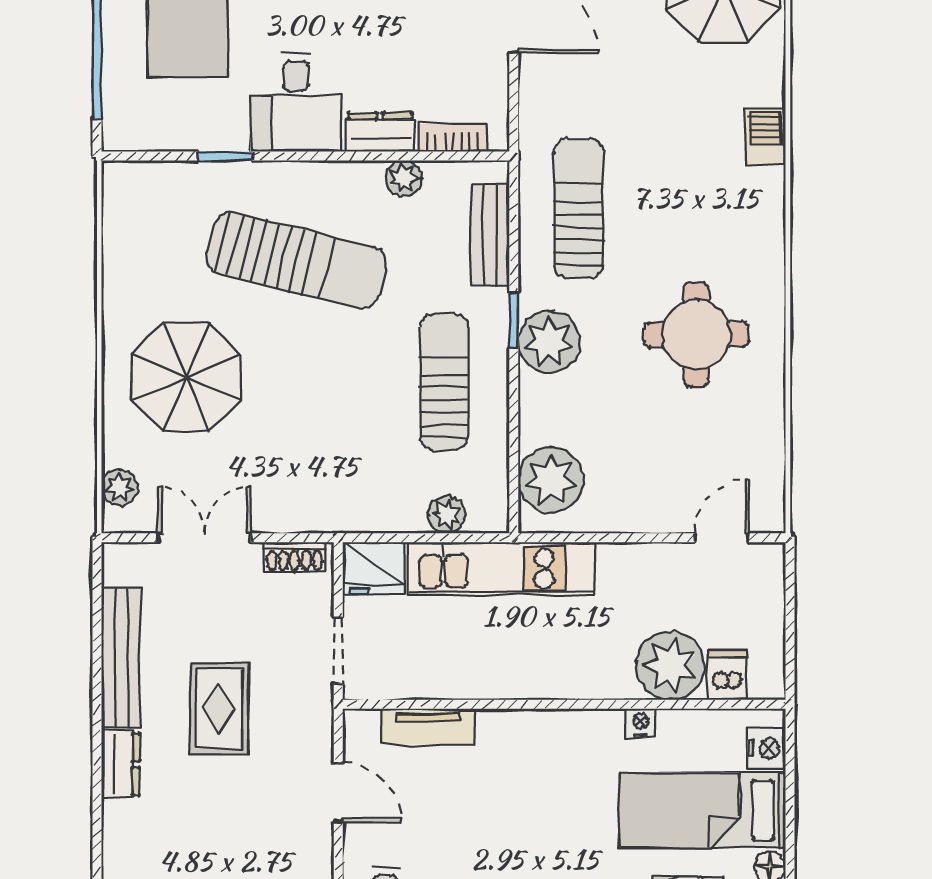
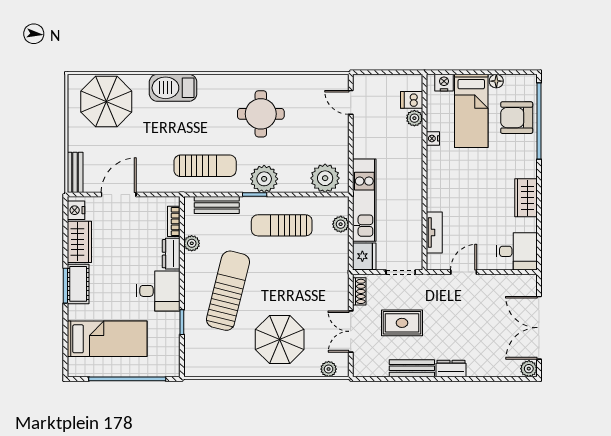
barbecue: (765, 136) -> (173, 88), width x1.88, depth x1.53
sun lounger: (579, 208) -> (205, 166), turned 180
bench: (121, 657) -> (412, 368), width x0.73
plant: (670, 666) -> (414, 118), width x0.53, depth x0.53
rug: (219, 709) -> (402, 323), moved

